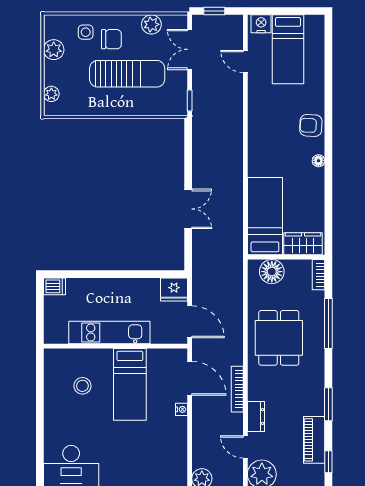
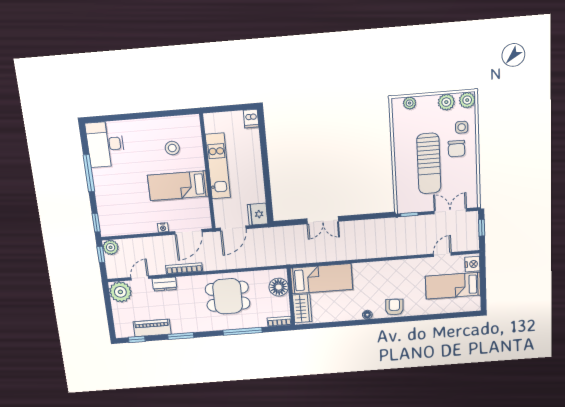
plant: (151, 24) -> (467, 100), moved

